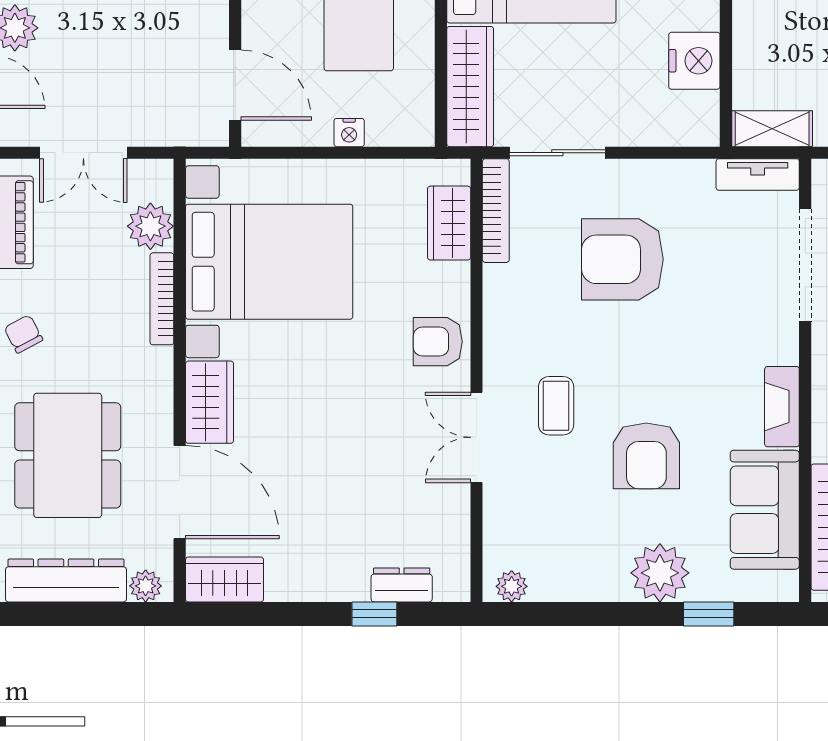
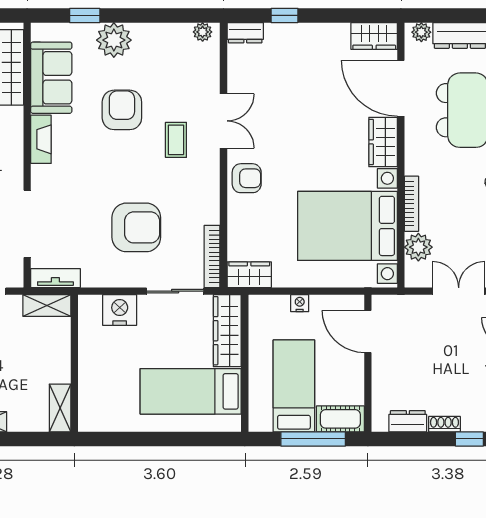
nightstand: (694, 61) -> (120, 310), moved, turned 90
wardrobe: (449, 223) -> (249, 275), moved, turned -90
dresser: (402, 585) -> (245, 33), moved

